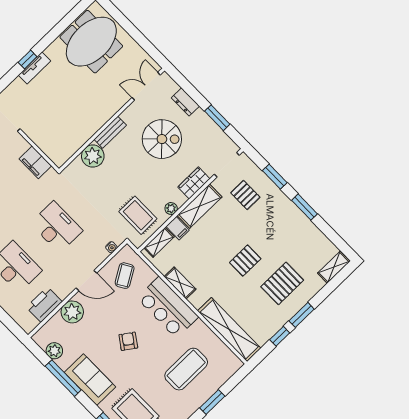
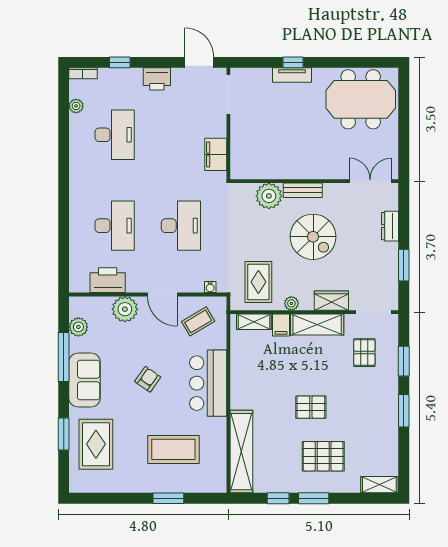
spiral stairs: (162, 139) -> (313, 237), moved
shelving: (180, 283) -> (238, 373), removed

